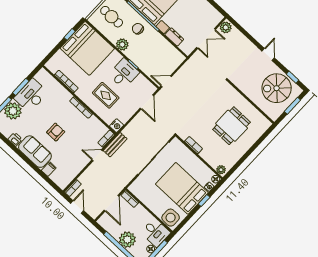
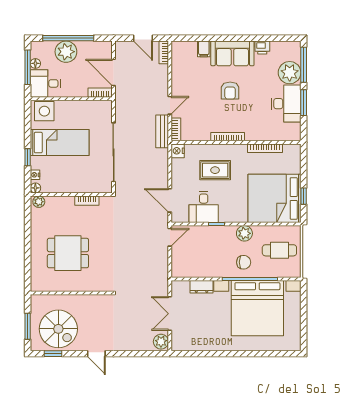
desk: (124, 73) -> (204, 207), moved
spiral stairs: (277, 88) -> (58, 329), turned 90
dining table: (232, 126) -> (68, 253), turned 90
bed: (182, 188) -> (60, 143), width x0.67

